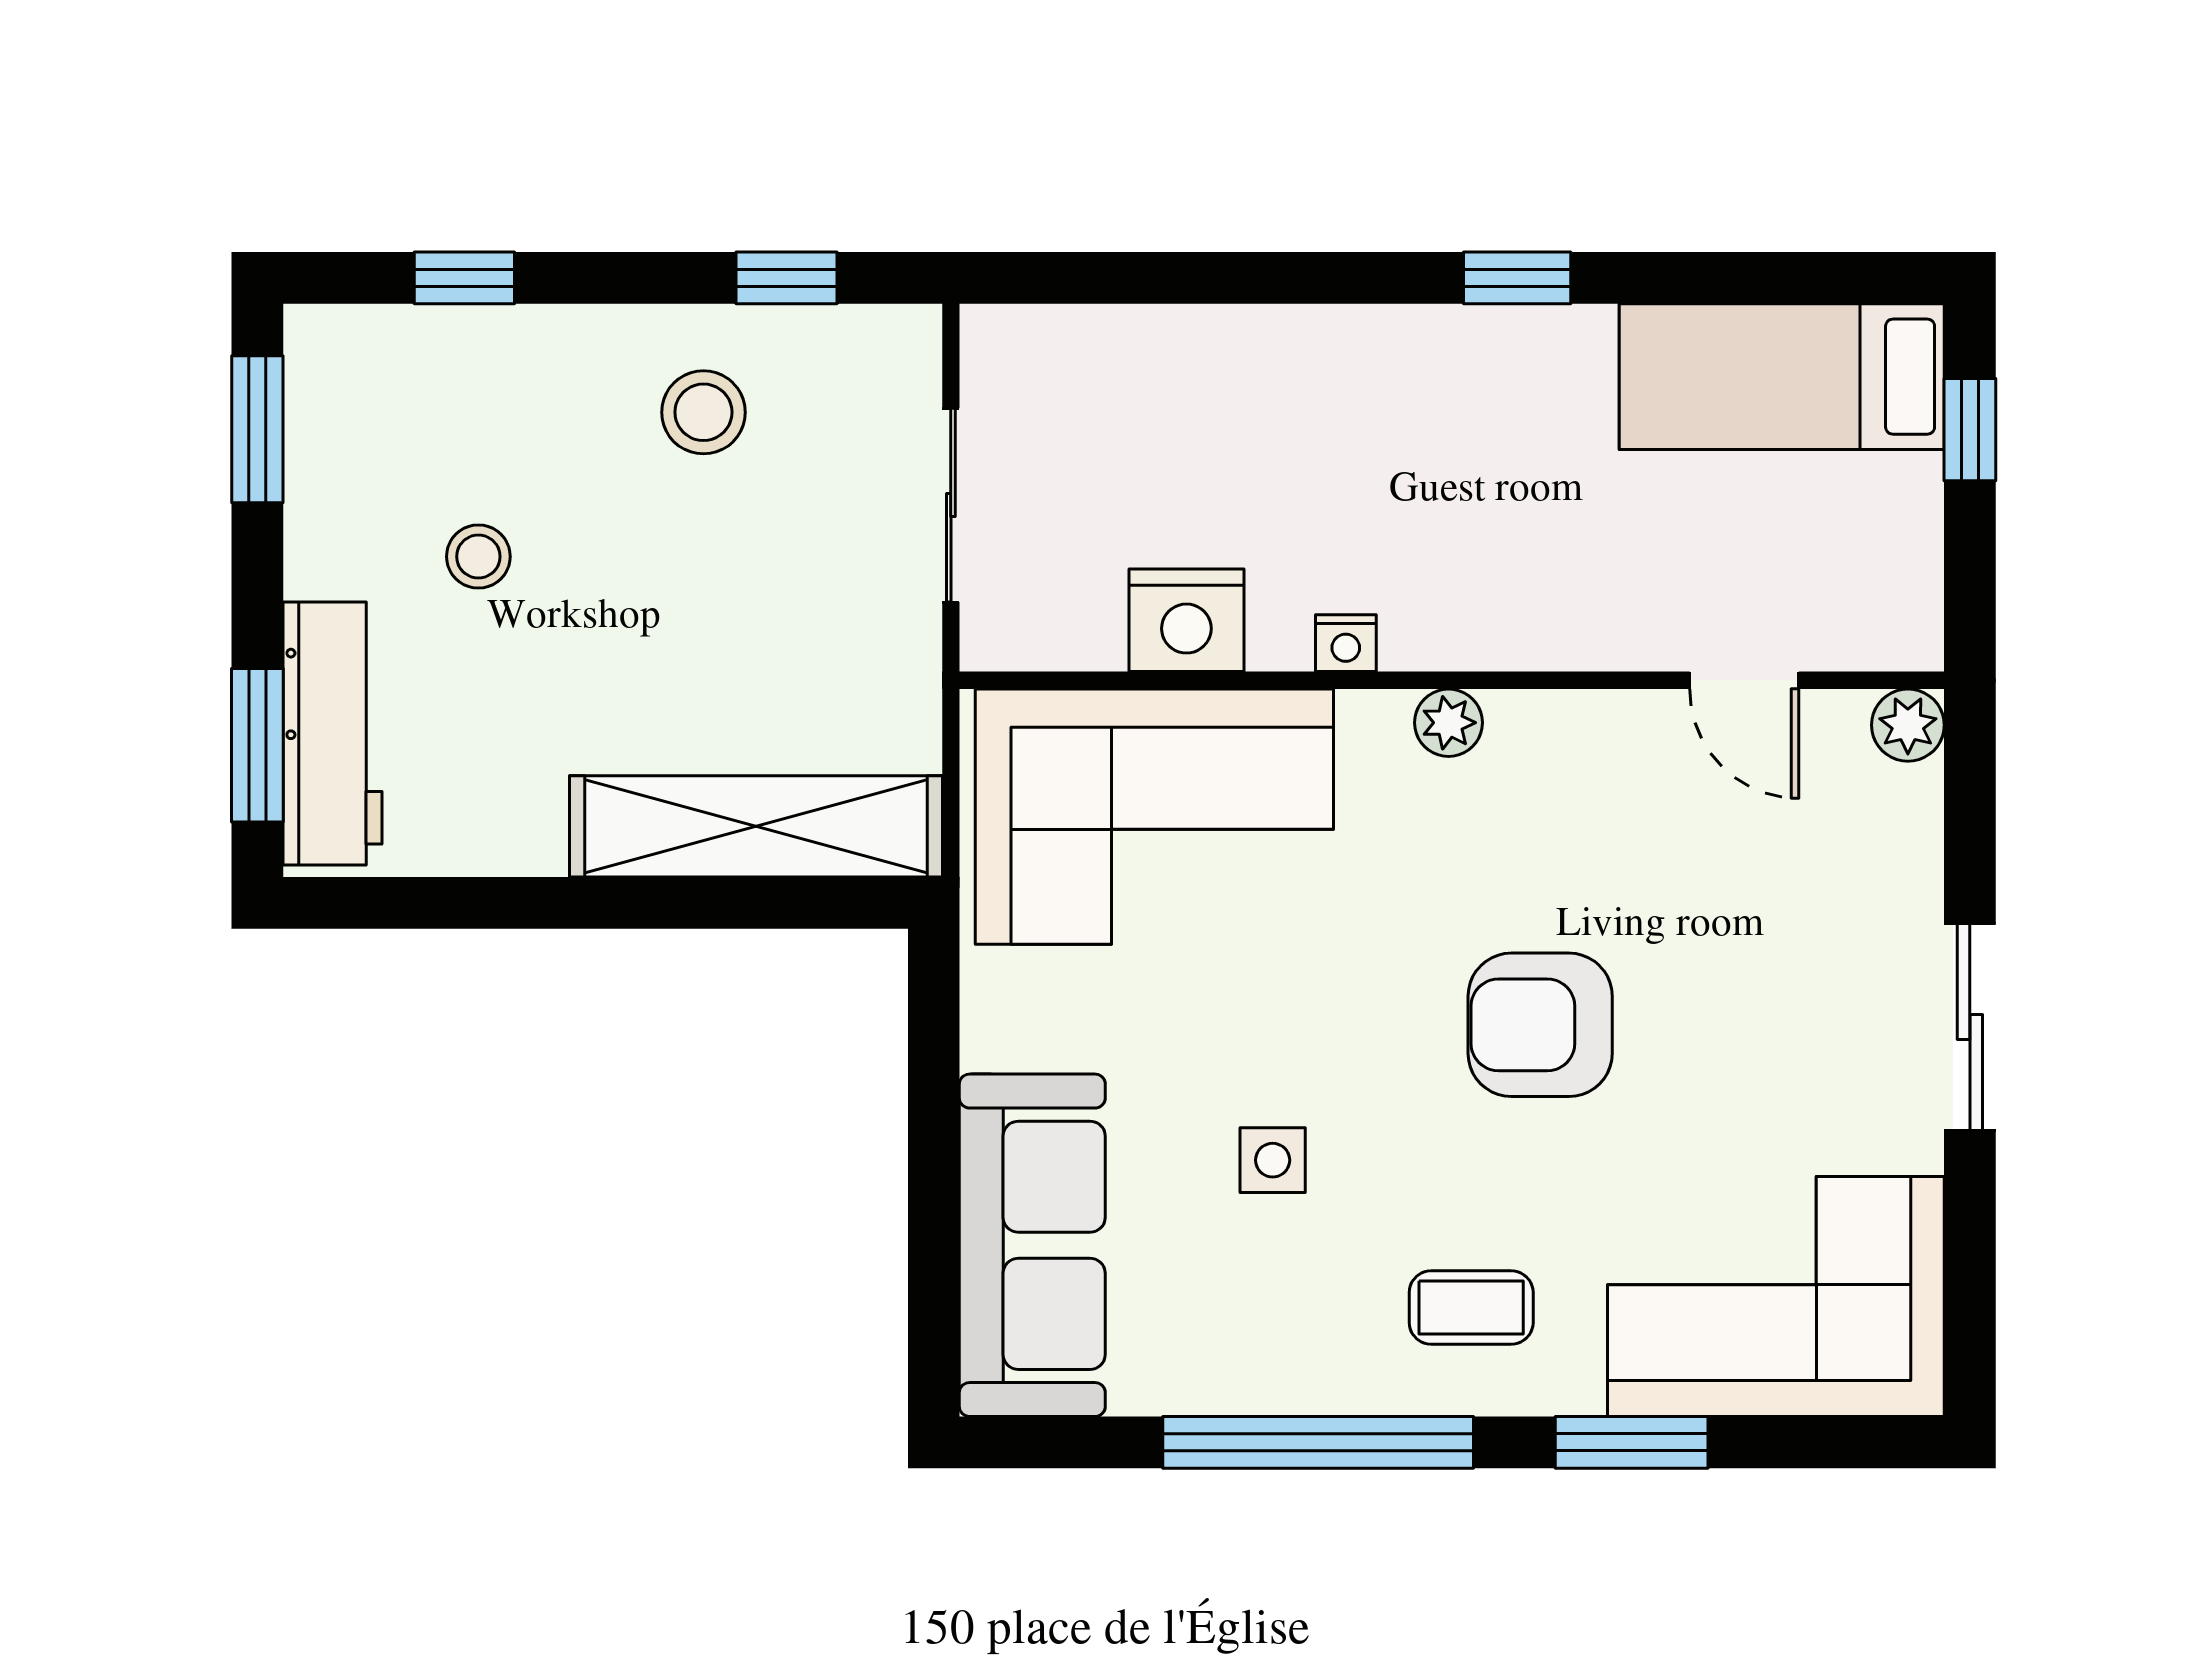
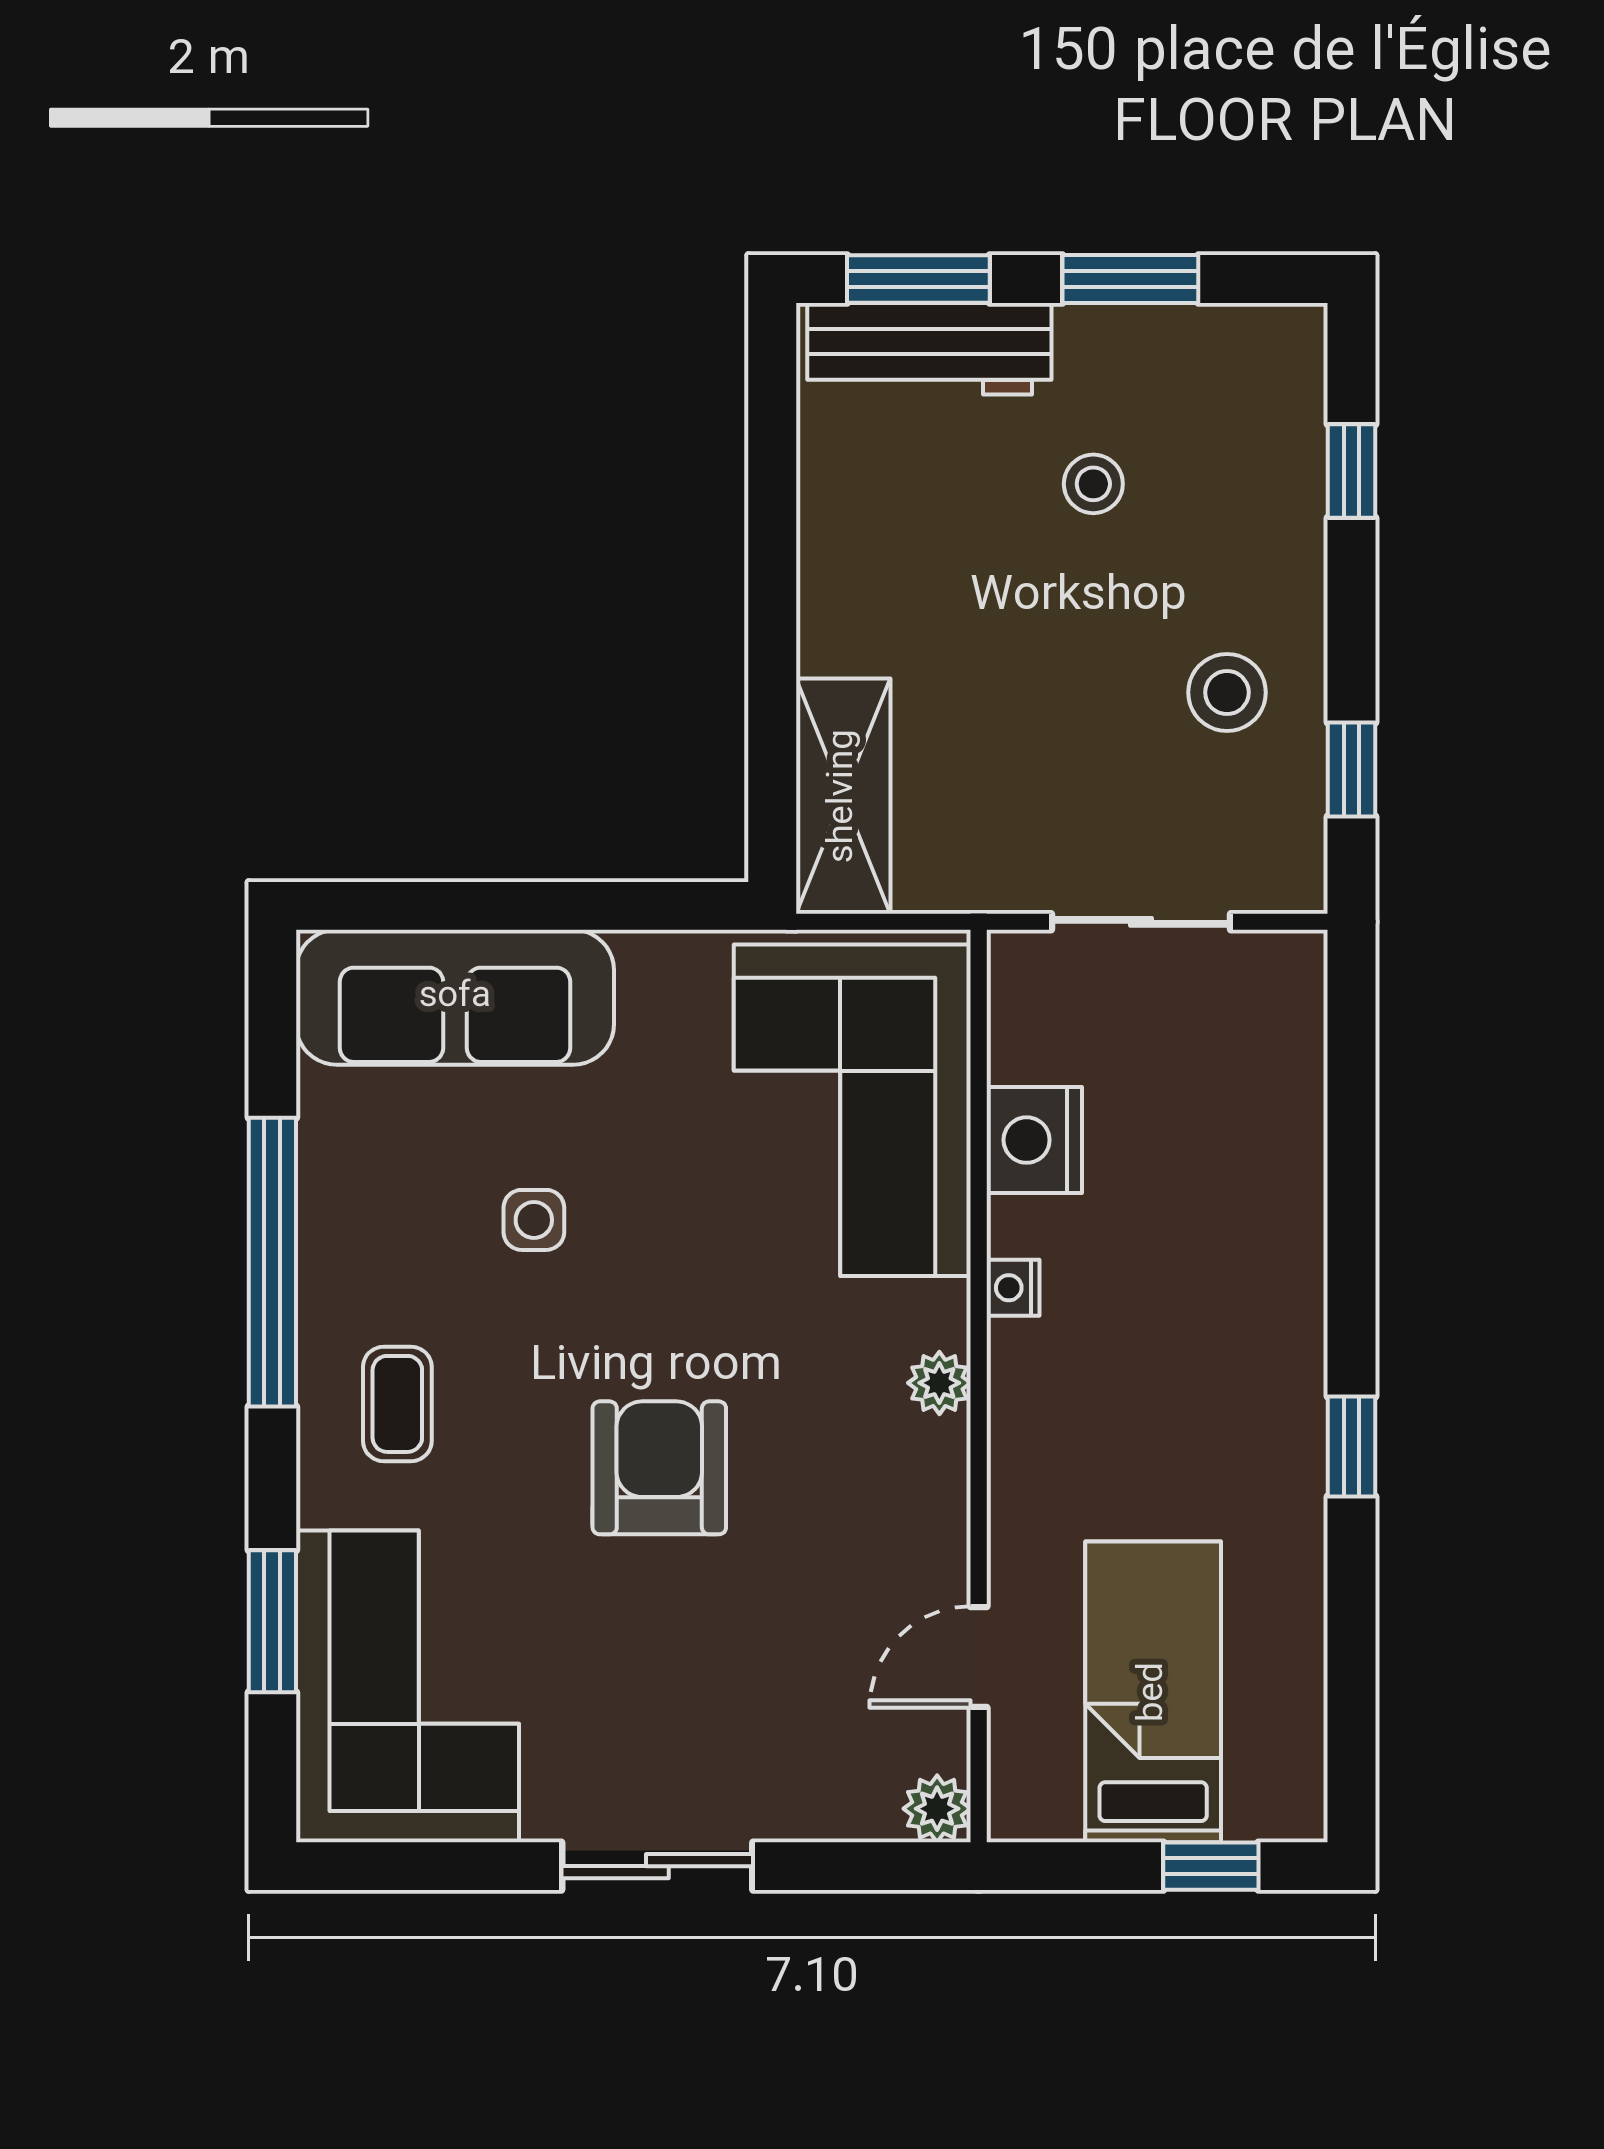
bed: (1782, 377) -> (1153, 1692), moved
window: (257, 429) -> (1130, 279), moved
shelving: (756, 826) -> (843, 796), width x0.68
window: (1632, 1442) -> (272, 1621), moved

